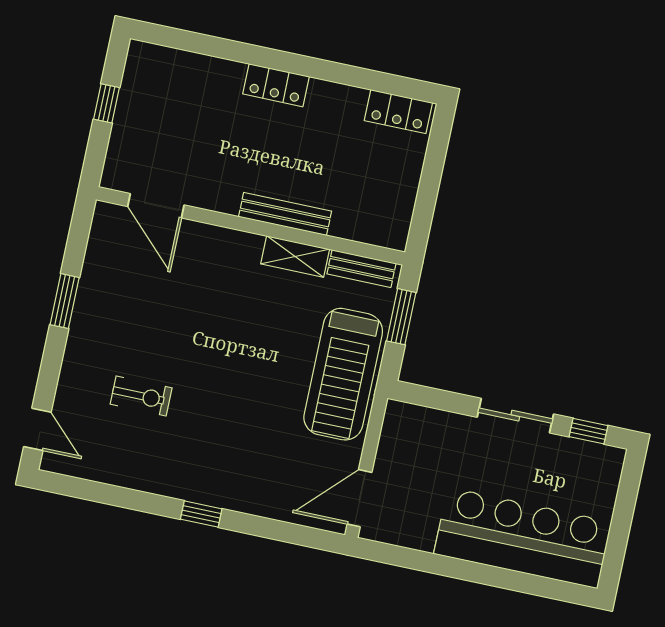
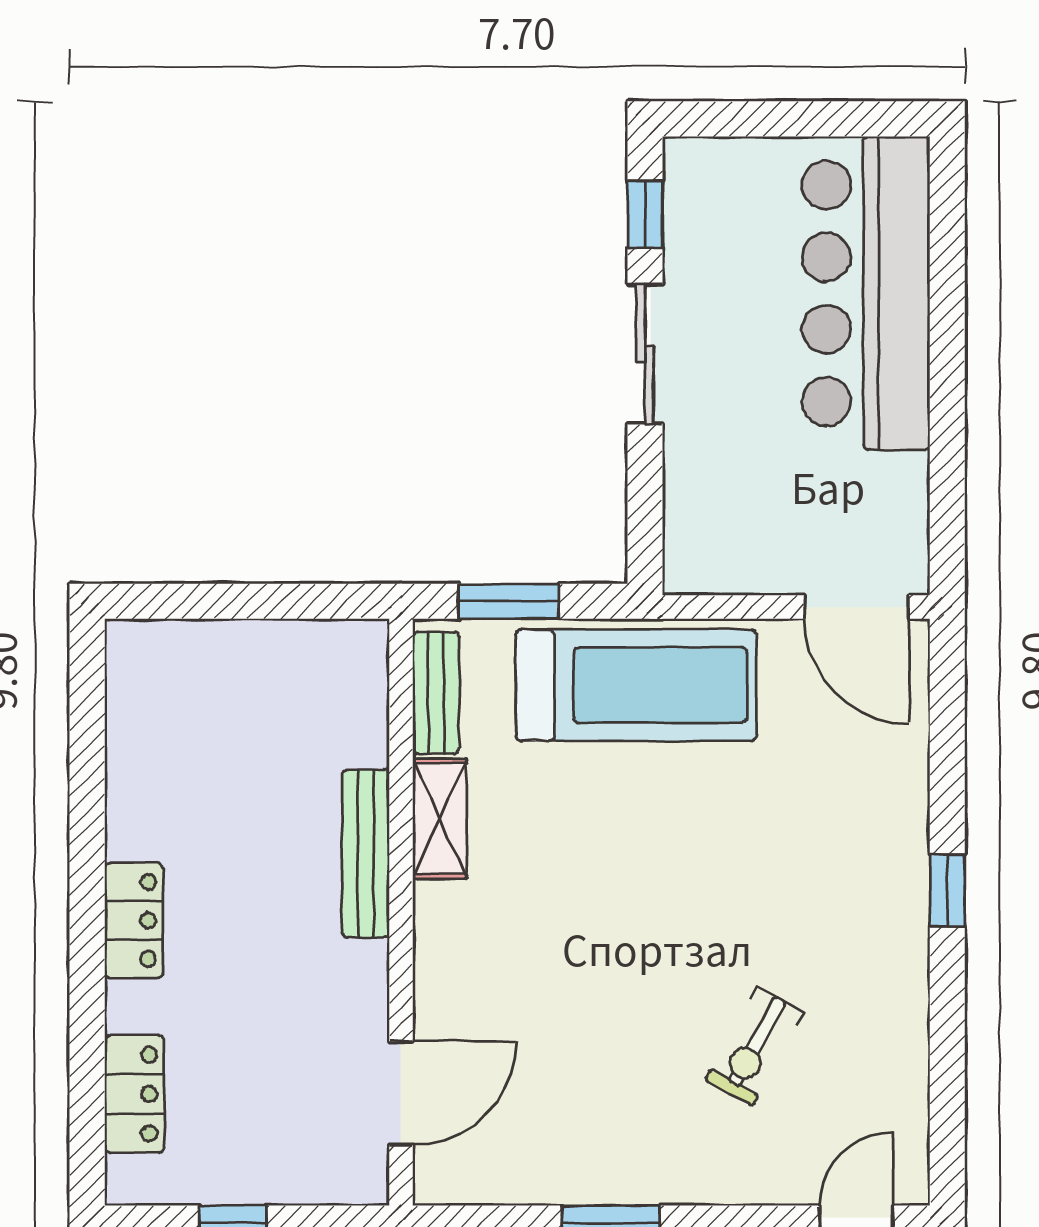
locker: (398, 112) -> (134, 1094), moved
exercise bike: (141, 396) -> (755, 1046), turned -151

